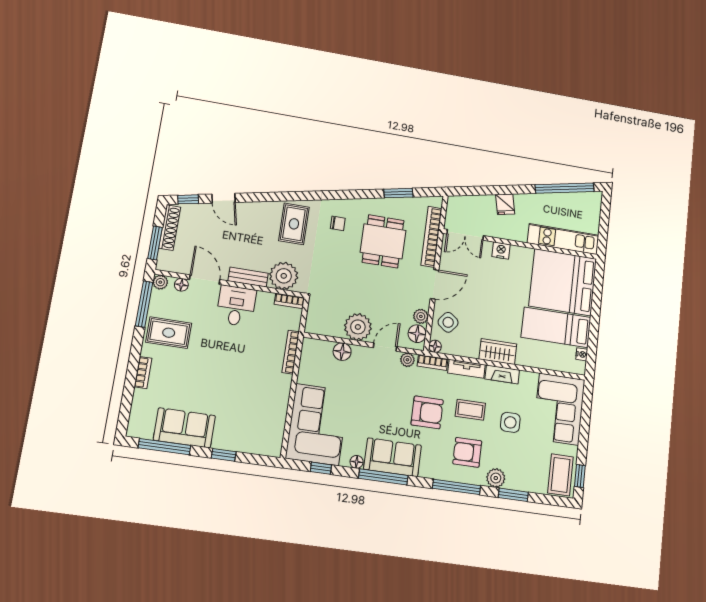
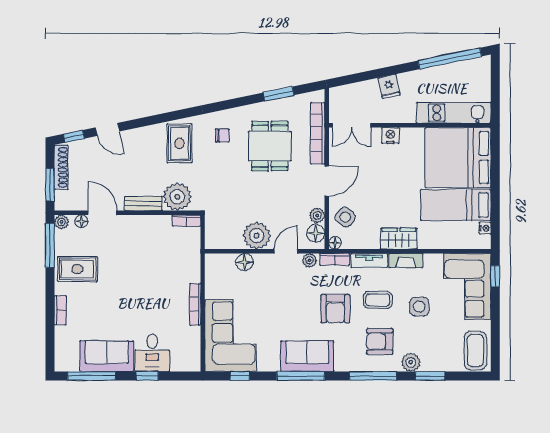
desk: (236, 306) -> (152, 353), moved, turned 180
bookcase: (291, 352) -> (195, 304), moved
armchair: (427, 412) -> (335, 309), turned 90
floor lamp: (357, 462) -> (273, 365), removed
window: (580, 476) -> (495, 276), moved

